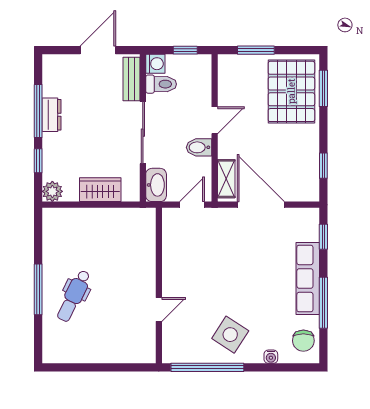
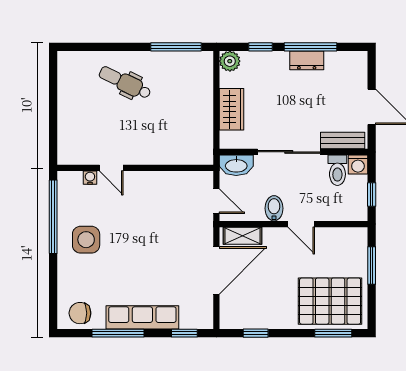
window: (38, 289) -> (176, 47), moved
side table: (230, 335) -> (86, 240), turned -33
water cooler: (271, 357) -> (90, 178), moved, turned 90

